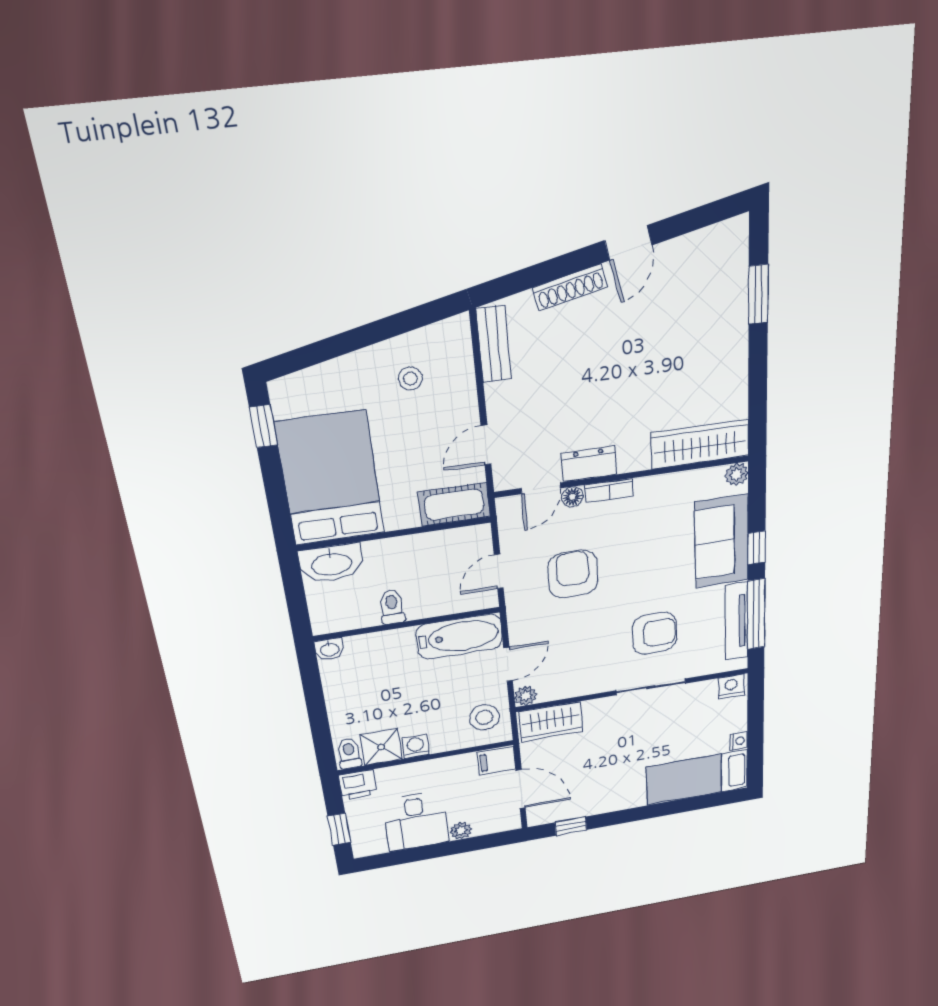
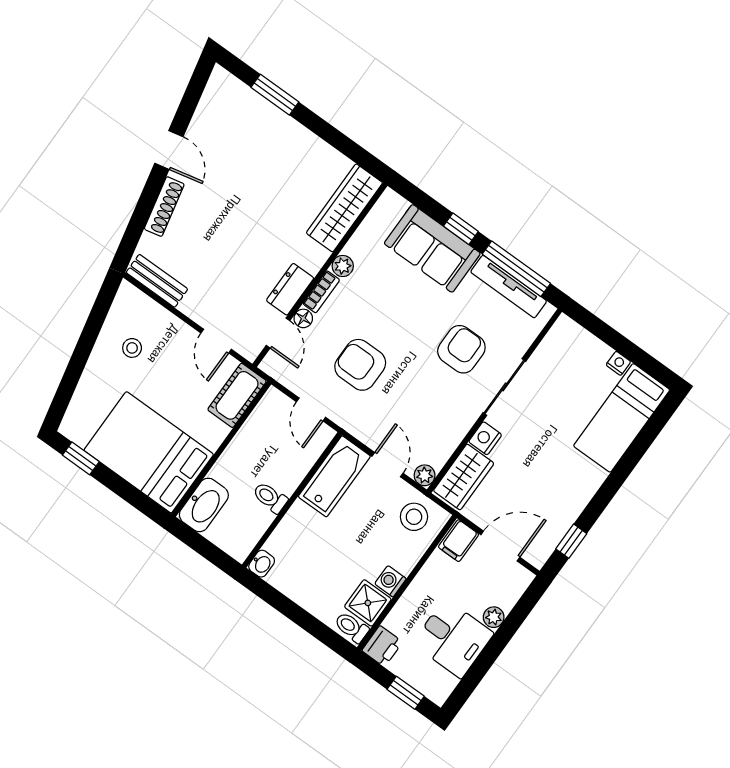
plant: (737, 474) -> (343, 266), moved
nightstand: (731, 686) -> (485, 438), moved

